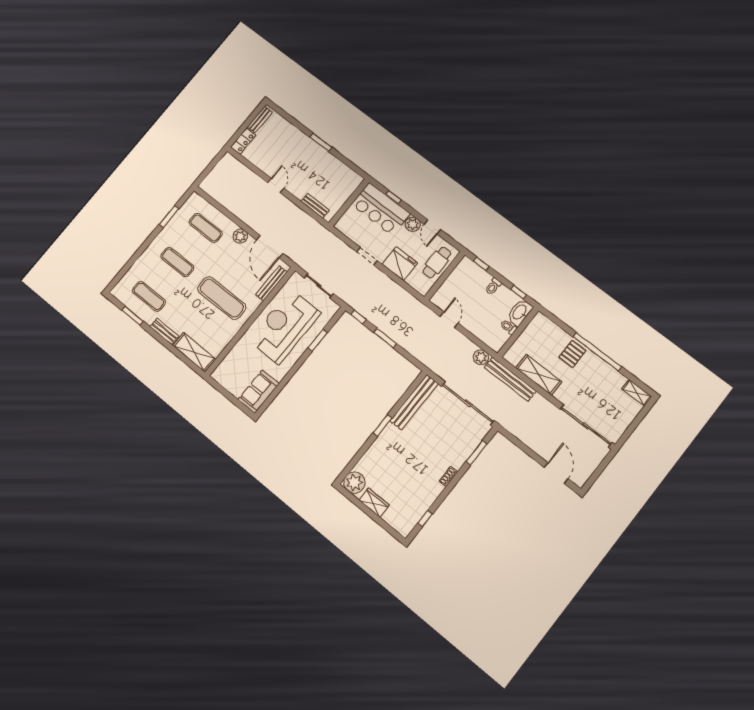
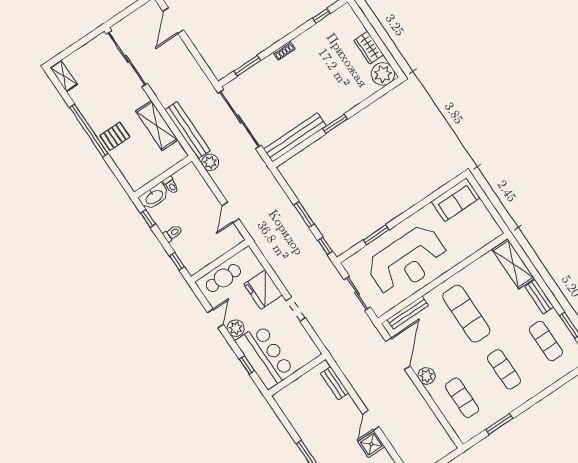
shower: (270, 167) -> (371, 444), added

